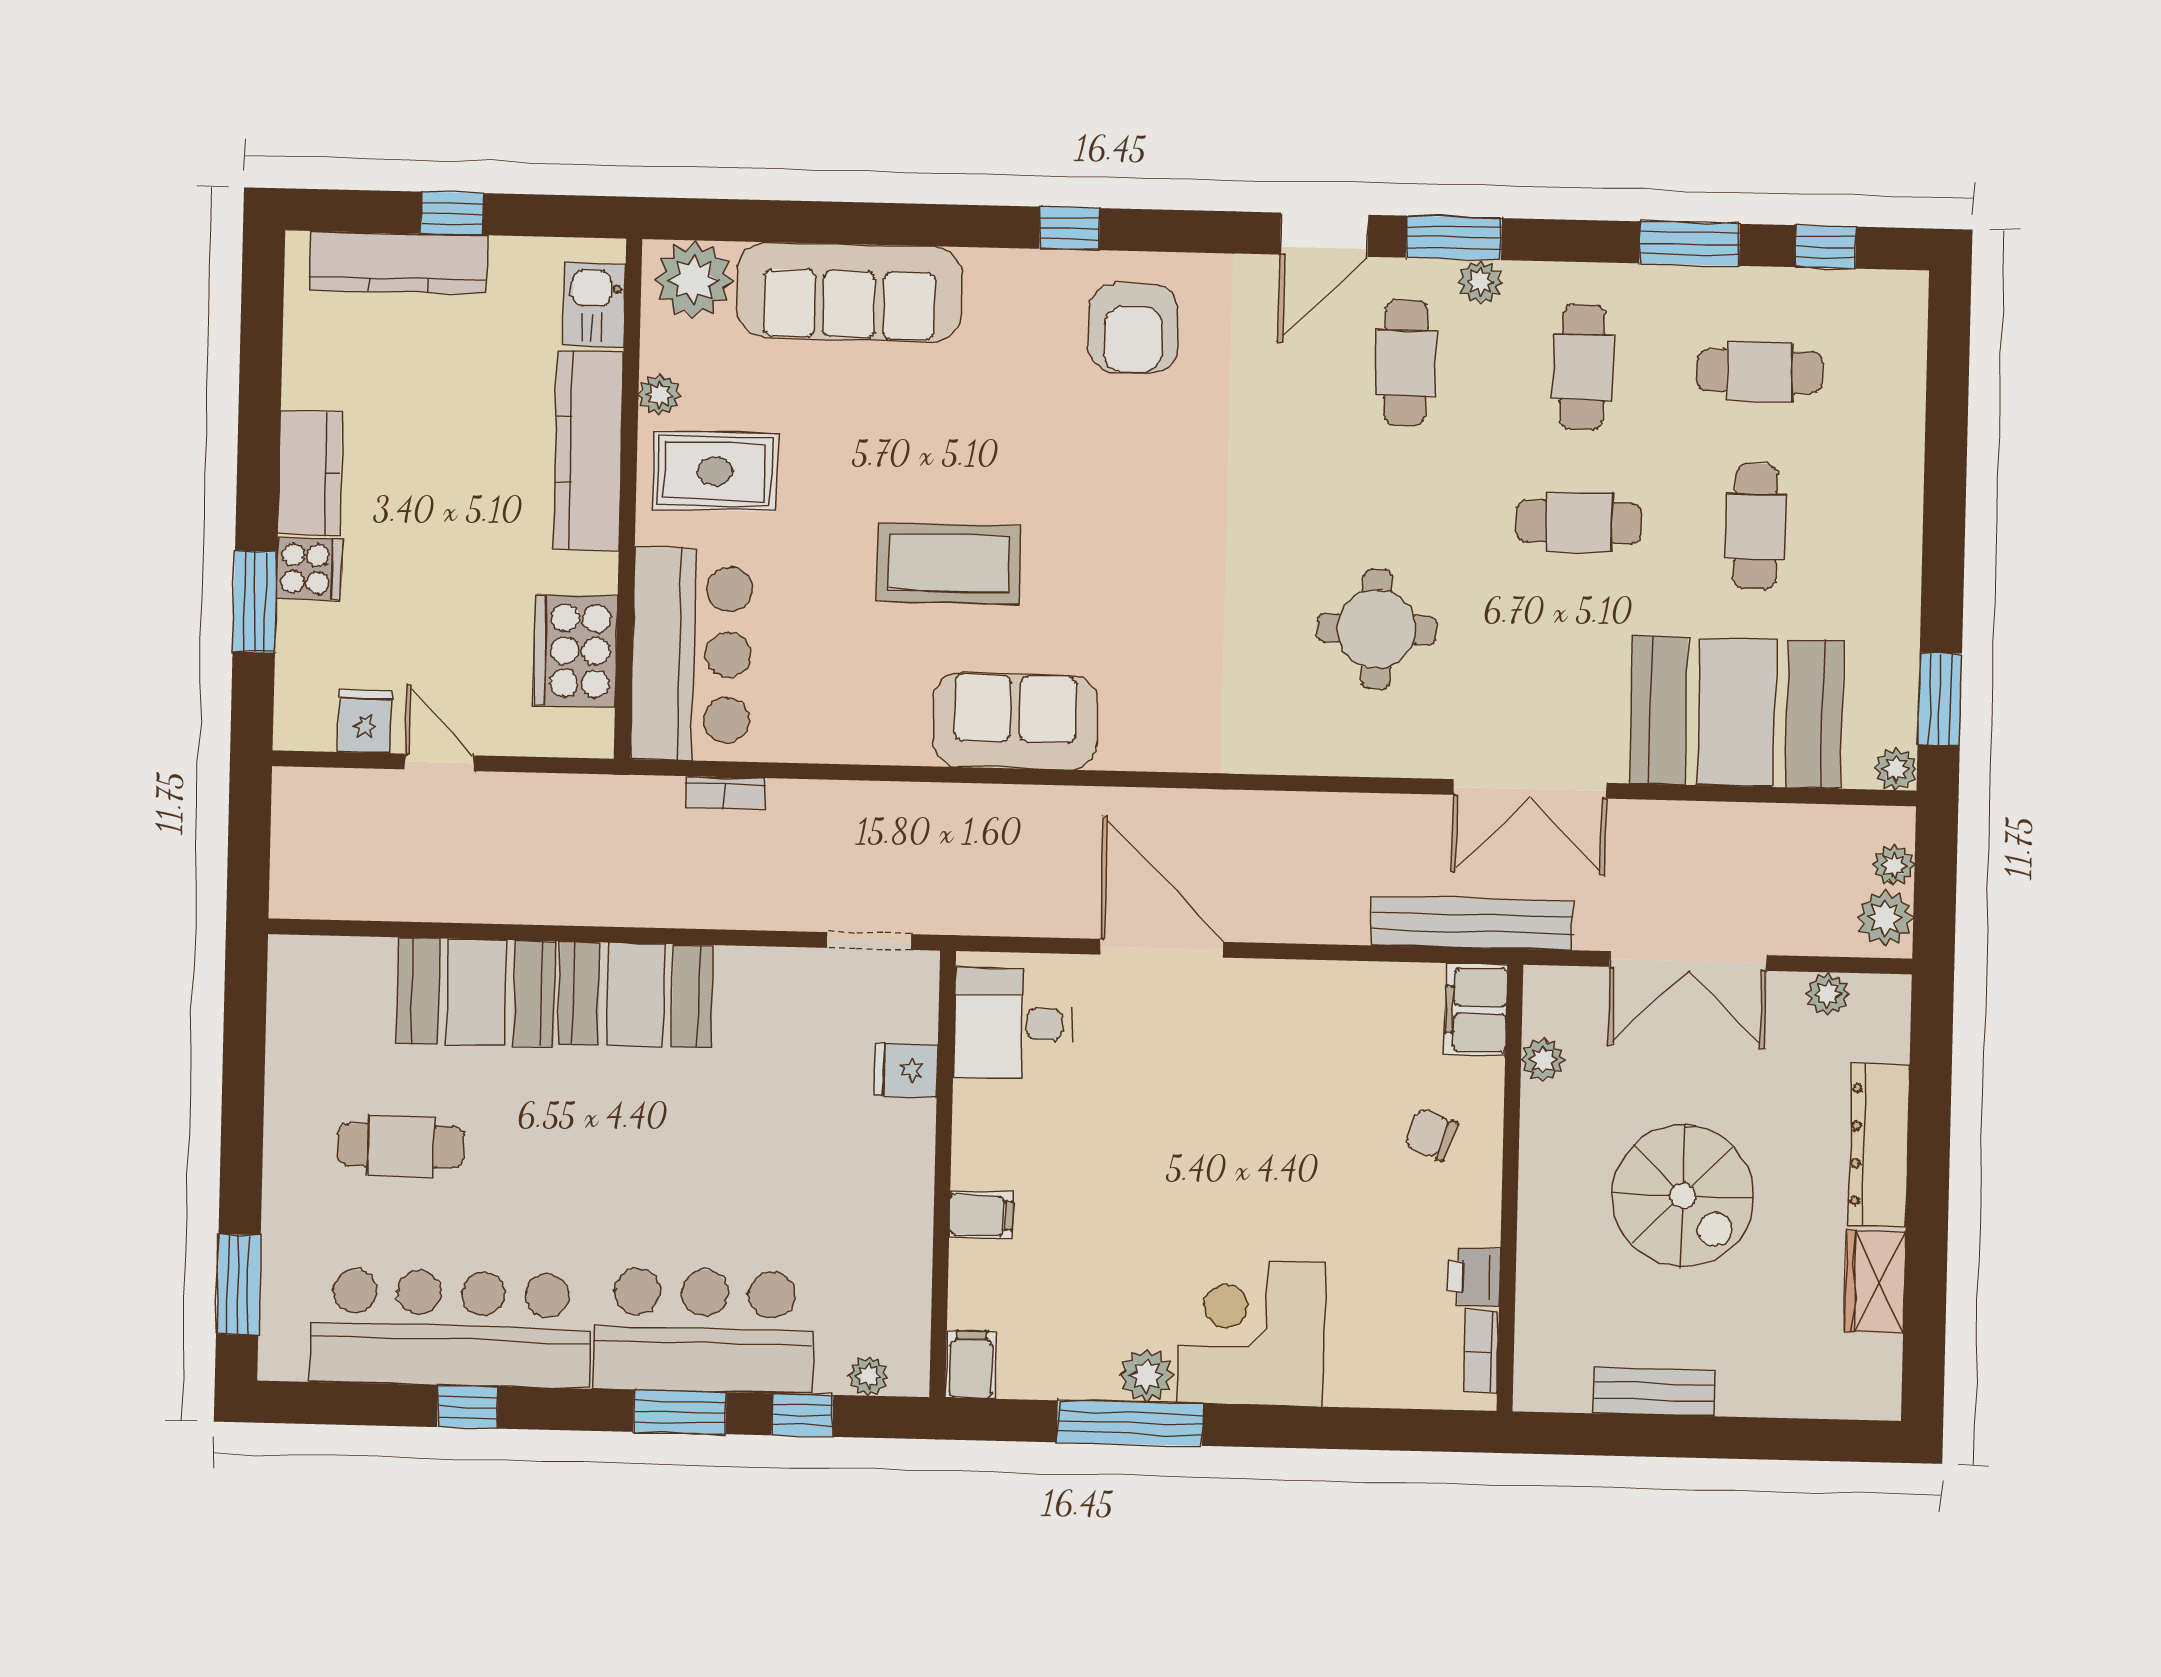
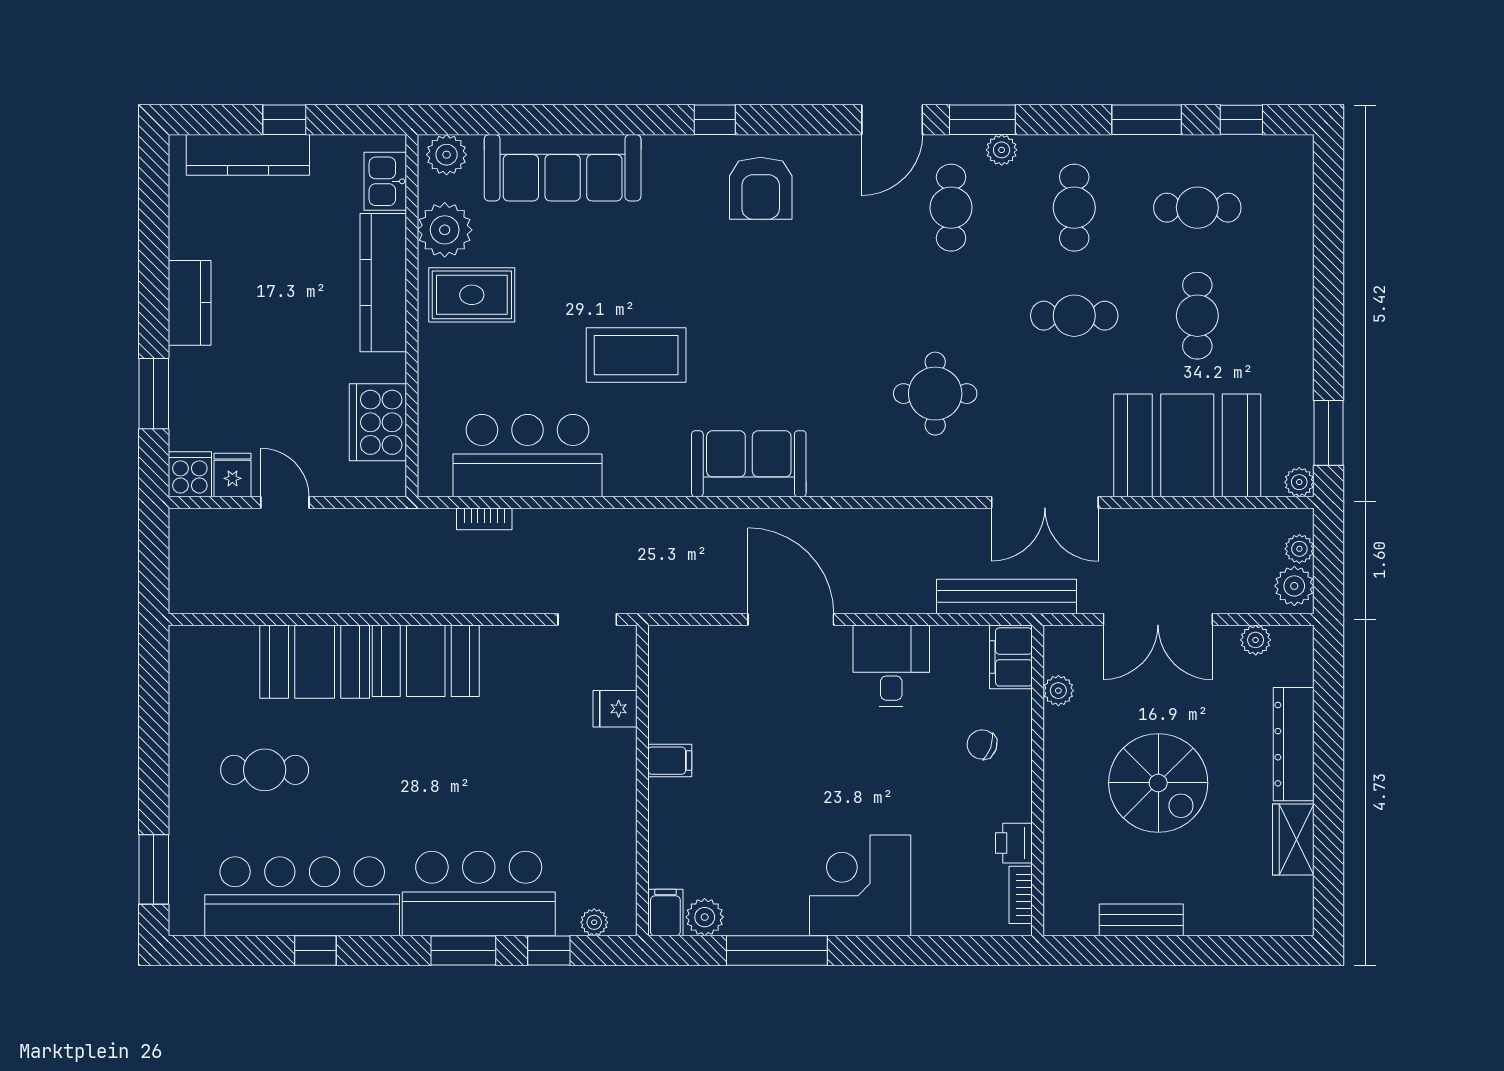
plant: (694, 280) -> (447, 155), width x0.73, depth x0.73
plant: (659, 395) -> (445, 230), width x1.88, depth x1.88
cooker: (309, 569) -> (190, 474), moved, turned -90
bar counter: (691, 654) -> (527, 456), moved, turned -90
sofa: (1015, 721) -> (749, 464), moved
desk: (1013, 1024) -> (891, 666), moved, turned 90
filing cabinet: (981, 1215) -> (670, 761), moved
plant: (1147, 1375) -> (705, 917), moved

